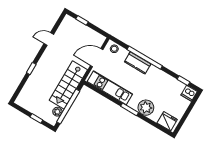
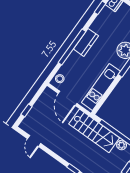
door: (49, 39) -> (34, 141), moved
kitchen counter: (138, 63) -> (86, 42), moved

